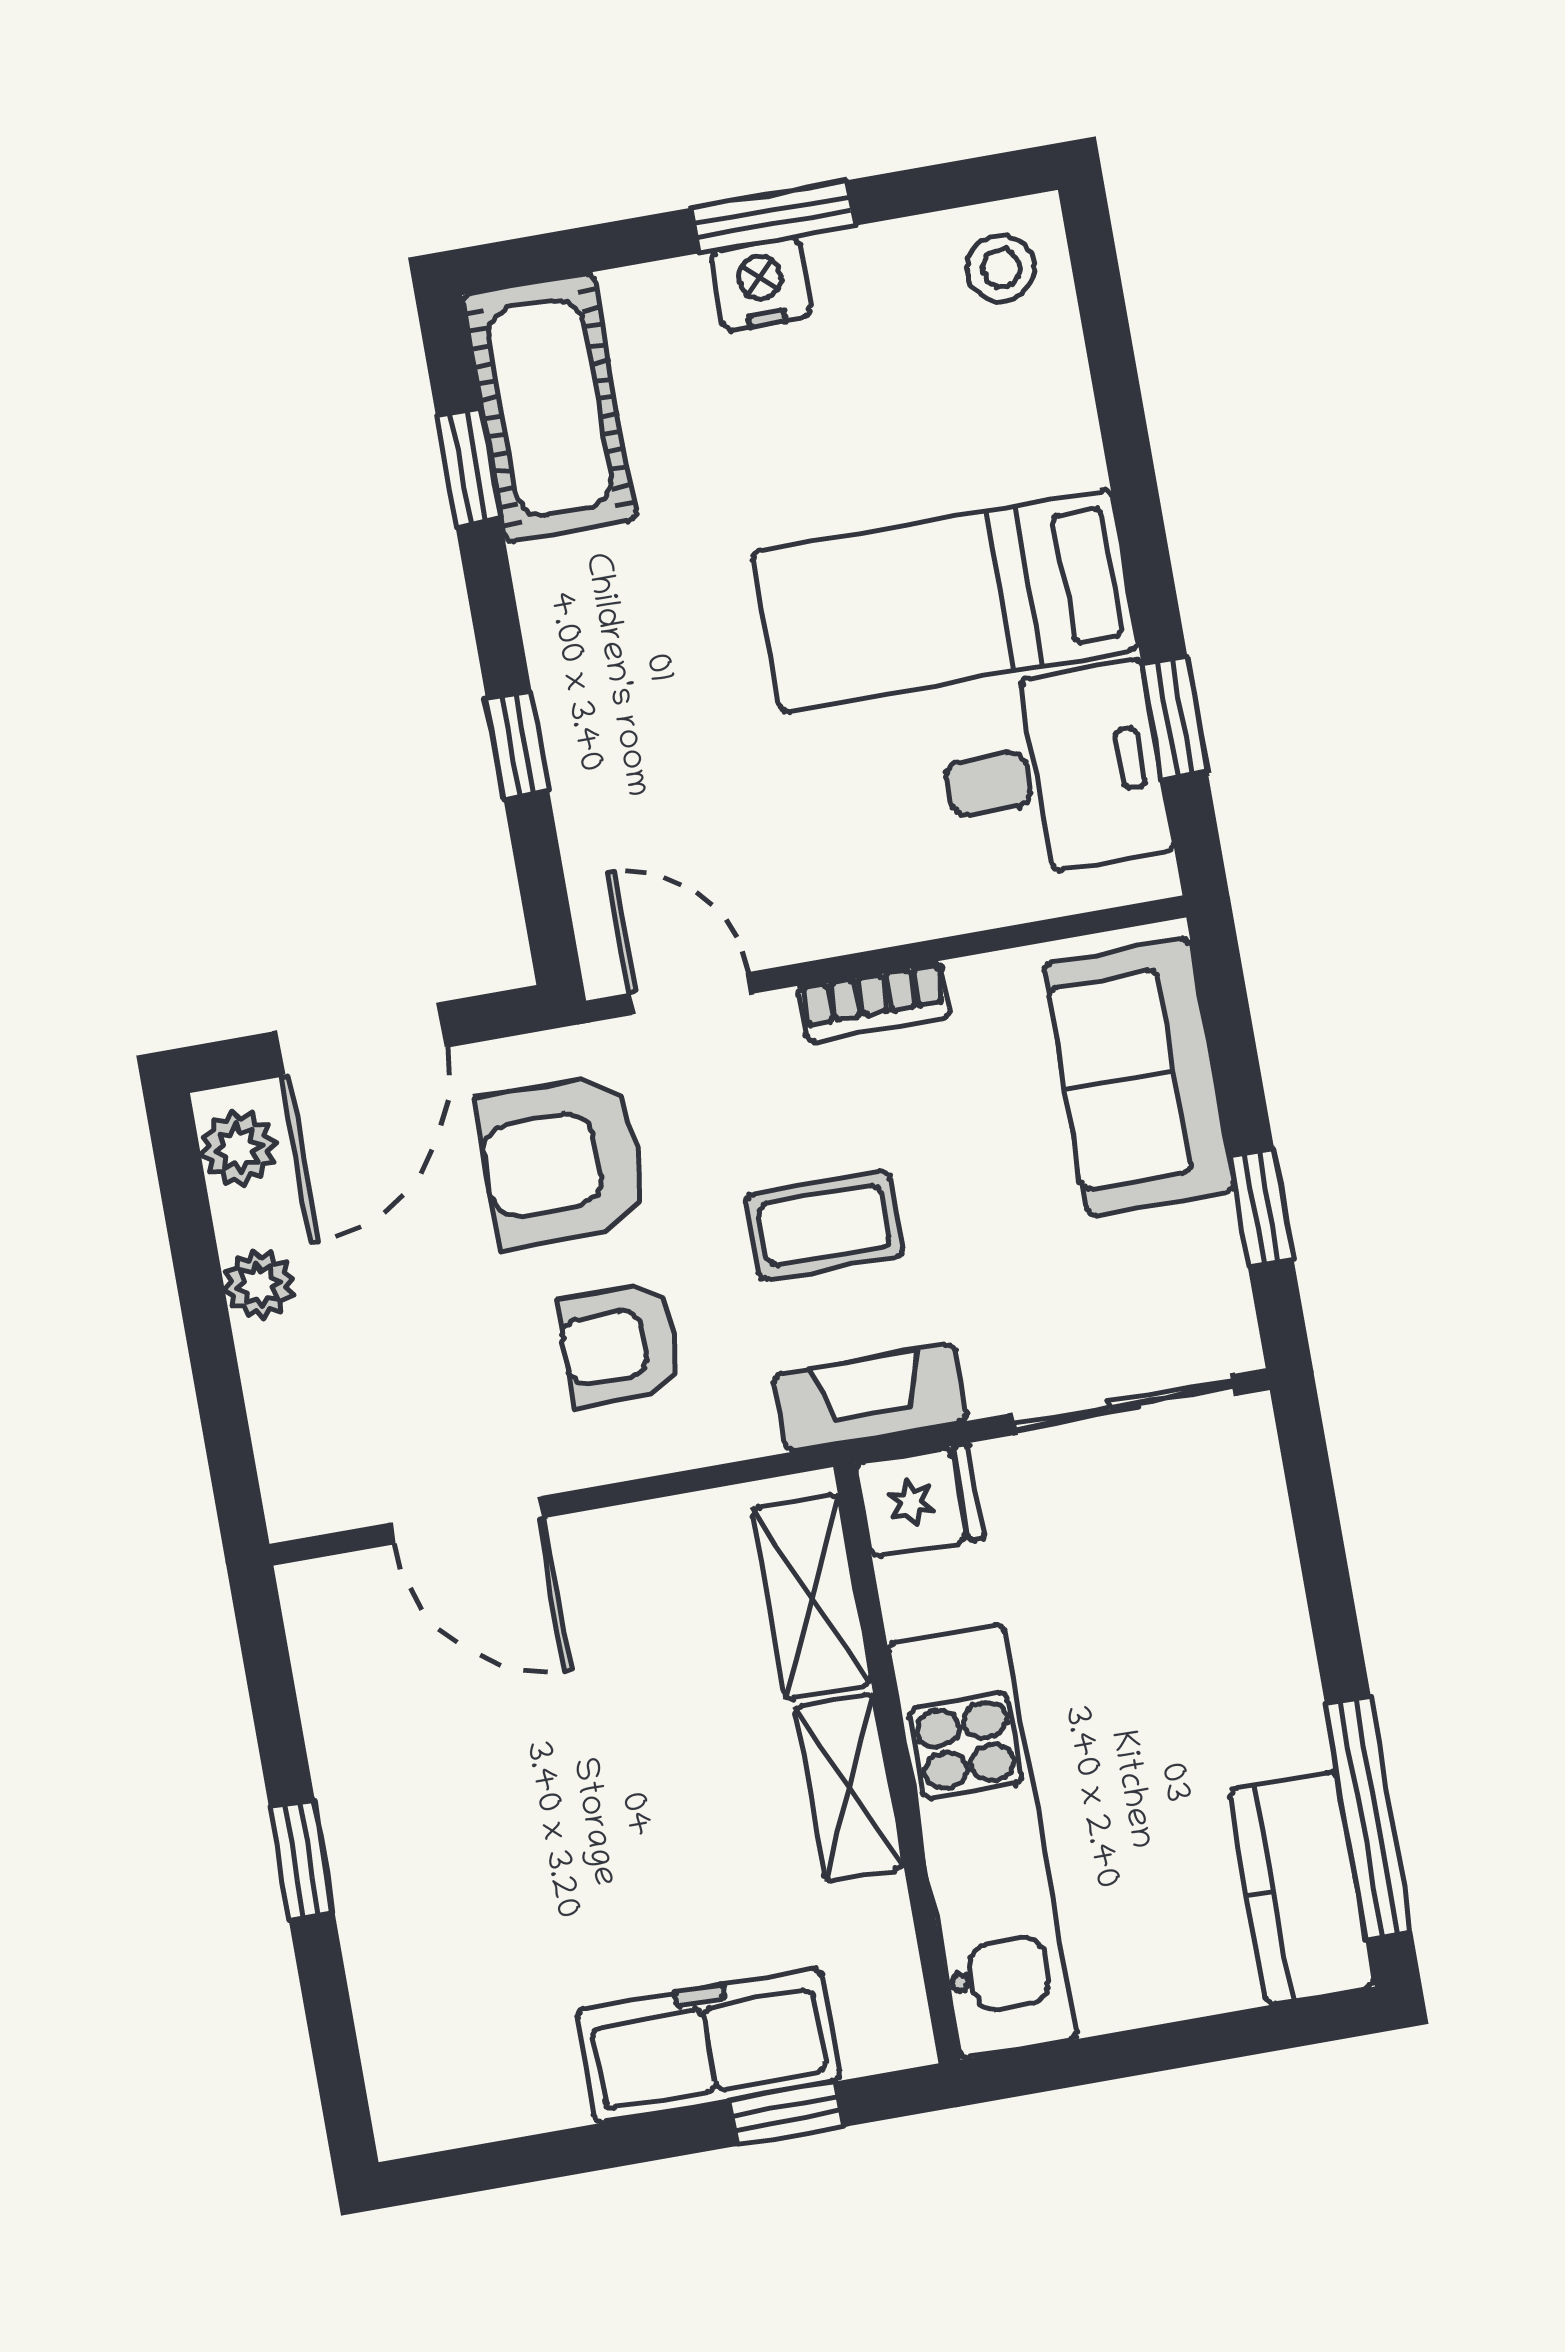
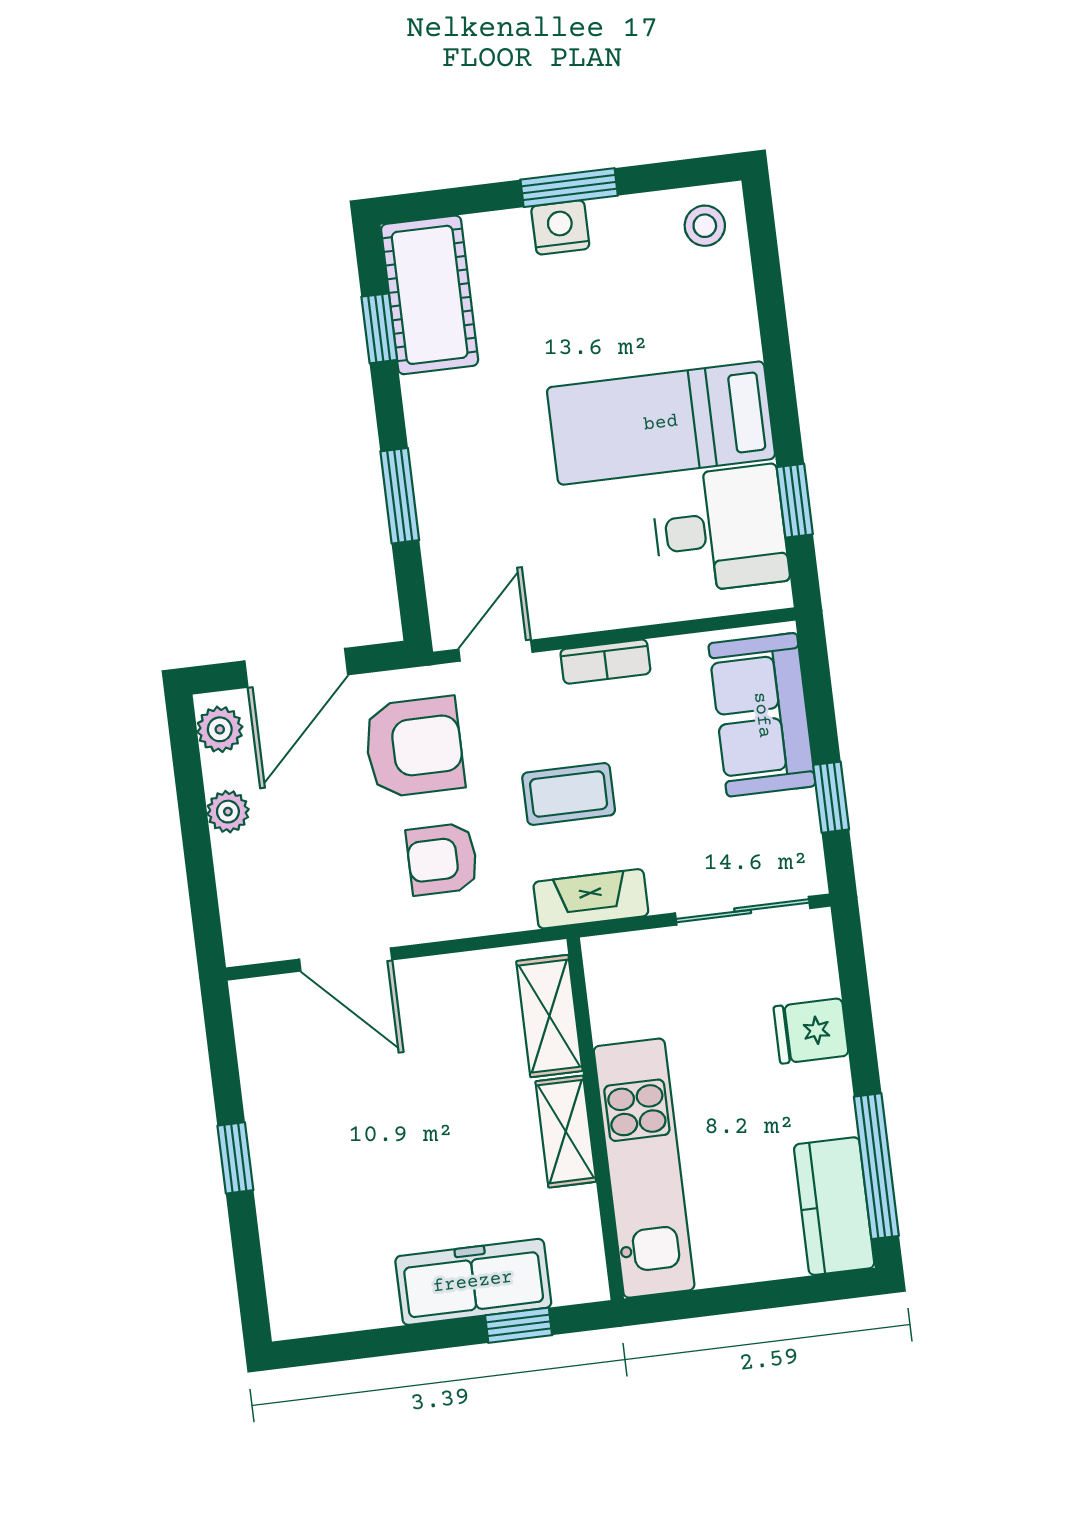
window: (517, 744) -> (400, 496), width x1.50
door: (690, 994) -> (495, 651), hinge flipped
armchair: (563, 1161) -> (414, 747), turned 180
fridge: (920, 1501) -> (811, 1031), moved, turned 180

